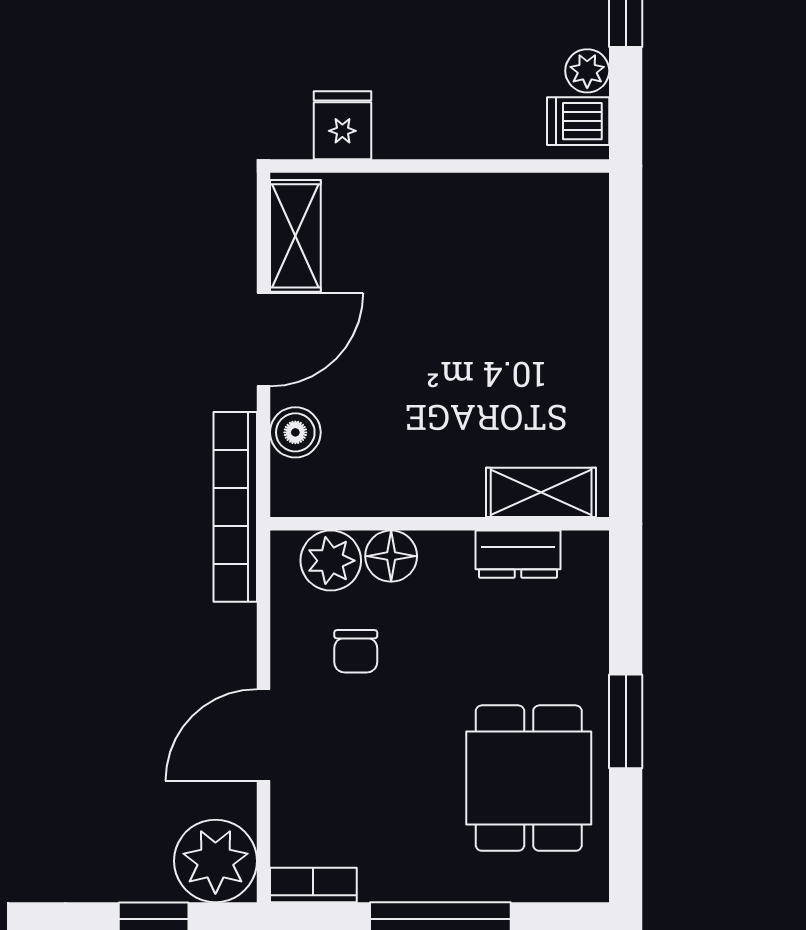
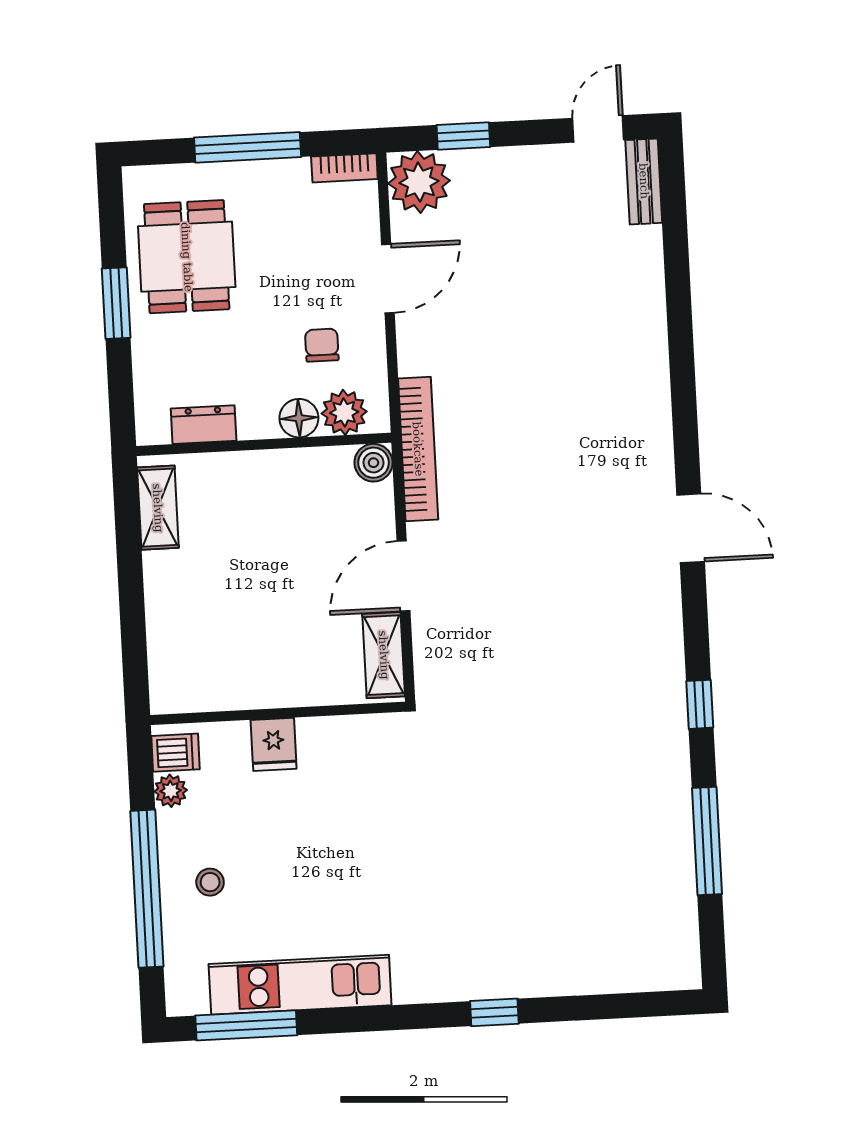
fridge: (342, 125) -> (274, 744), moved
boiler: (295, 432) -> (374, 463), moved
shelving: (541, 492) -> (158, 508), moved, turned 90

